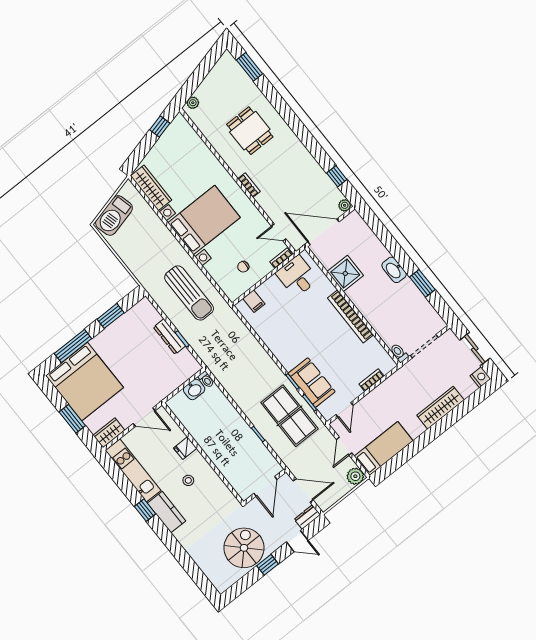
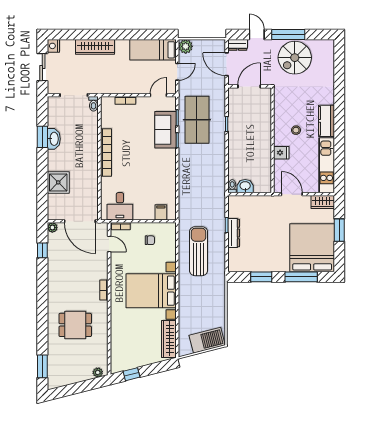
dining table: (250, 131) -> (75, 325), turned 90
washbasin: (394, 270) -> (54, 139), moved
shower: (345, 274) -> (58, 182), moved
window: (145, 510) -> (339, 133), removed
window: (268, 565) -> (288, 34), width x2.17

